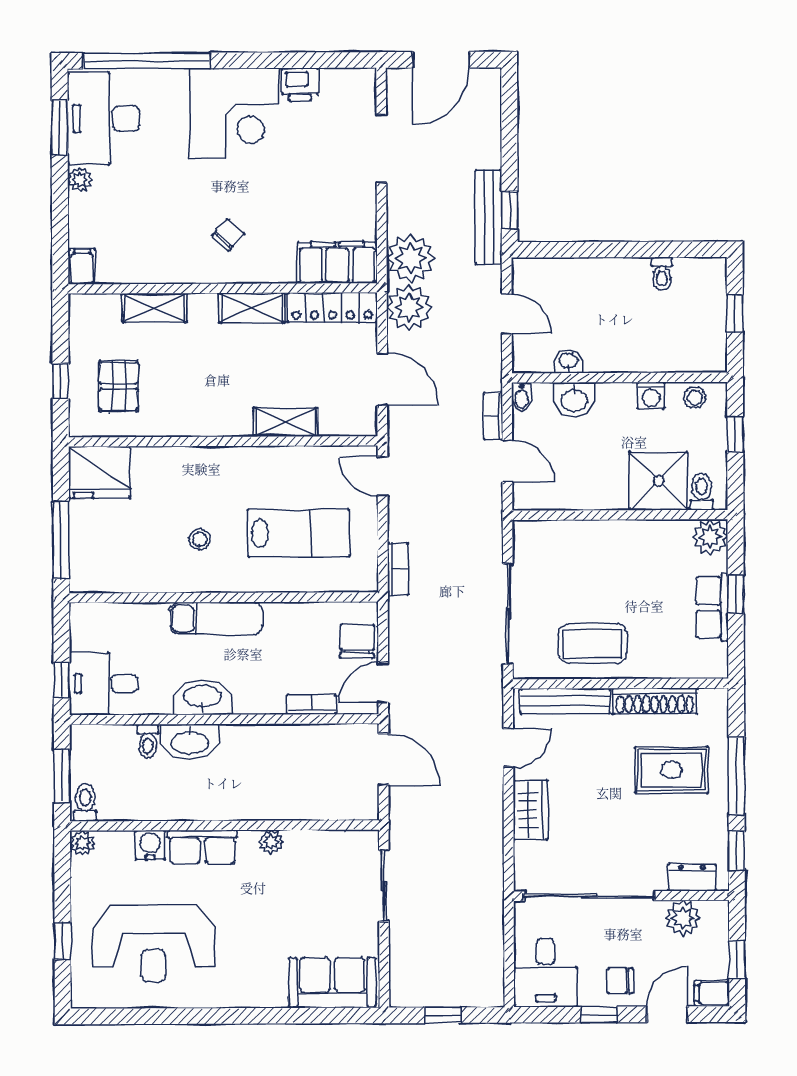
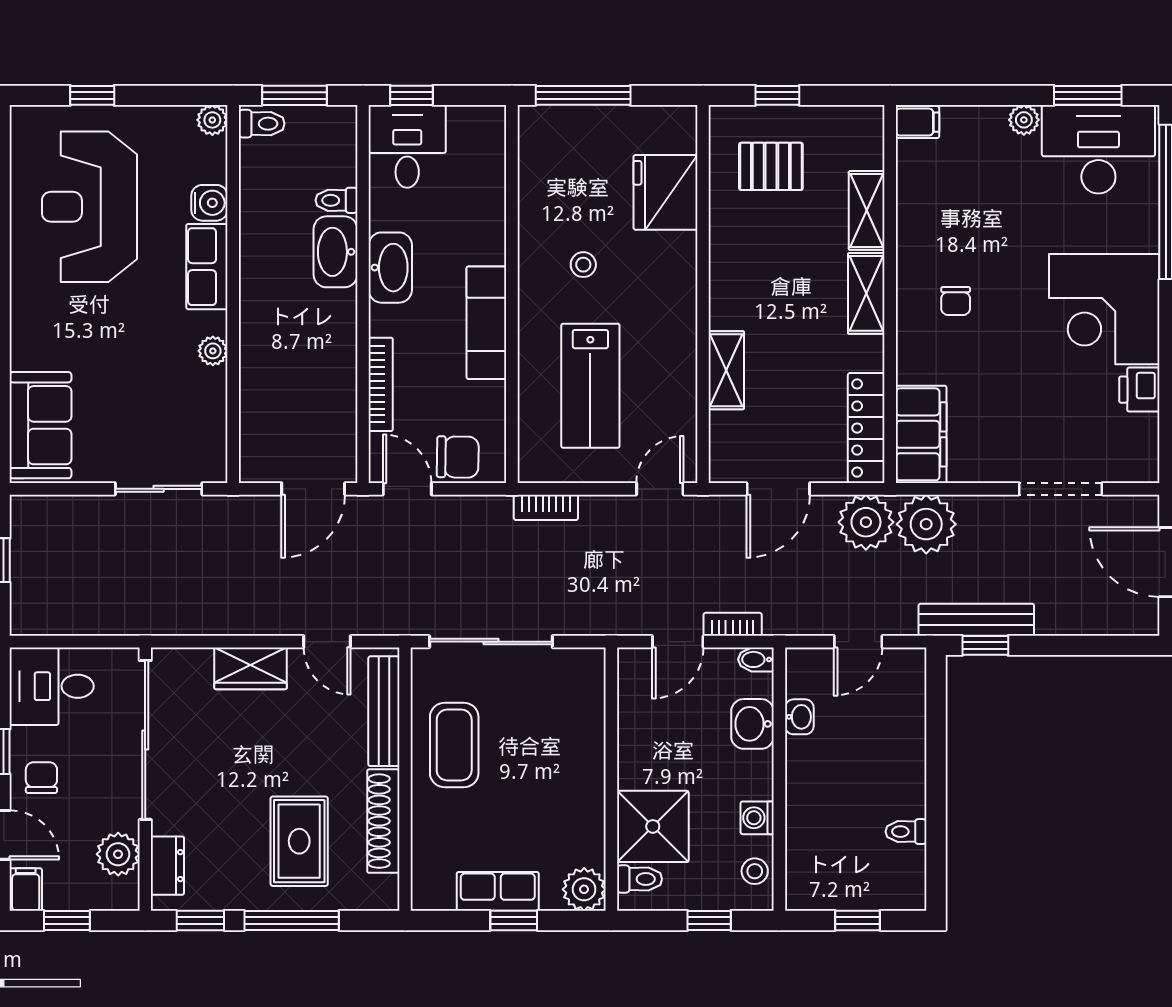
chair: (228, 235) -> (956, 301), turned 48
shelving: (252, 308) -> (866, 293), moved
fridge: (99, 472) -> (665, 192), moved
exam couch: (216, 618) -> (486, 323), moved
bookcase: (312, 704) -> (381, 384), width x1.56

